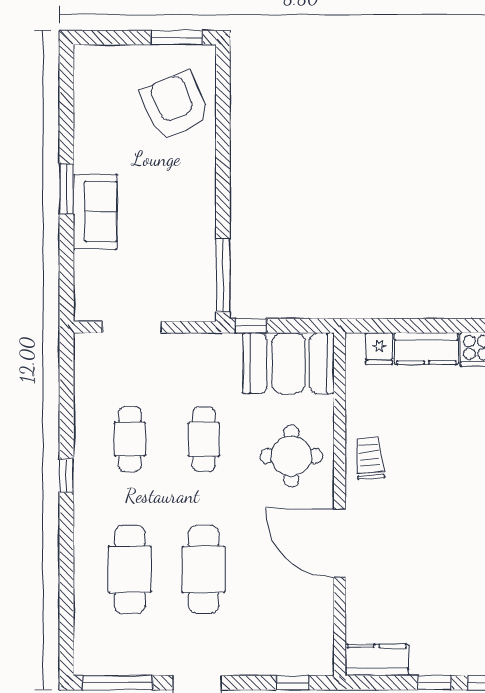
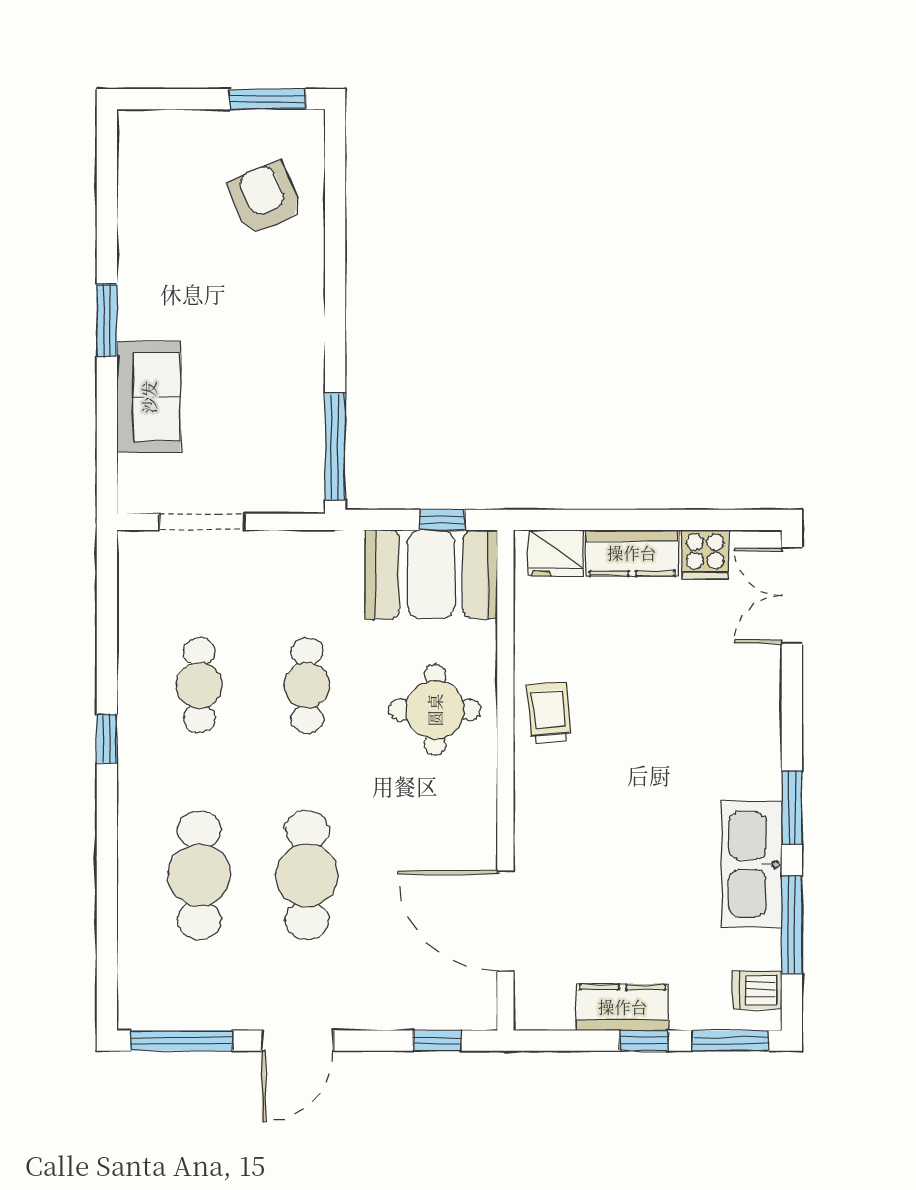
armchair: (175, 105) -> (265, 198), width x0.73, depth x0.73
sofa: (95, 212) -> (149, 397), moved
window: (251, 326) -> (442, 520), moved
fridge: (379, 349) -> (556, 553), width x1.38
door: (340, 543) -> (505, 921), moved
kitchen counter: (377, 660) -> (623, 1007), moved

